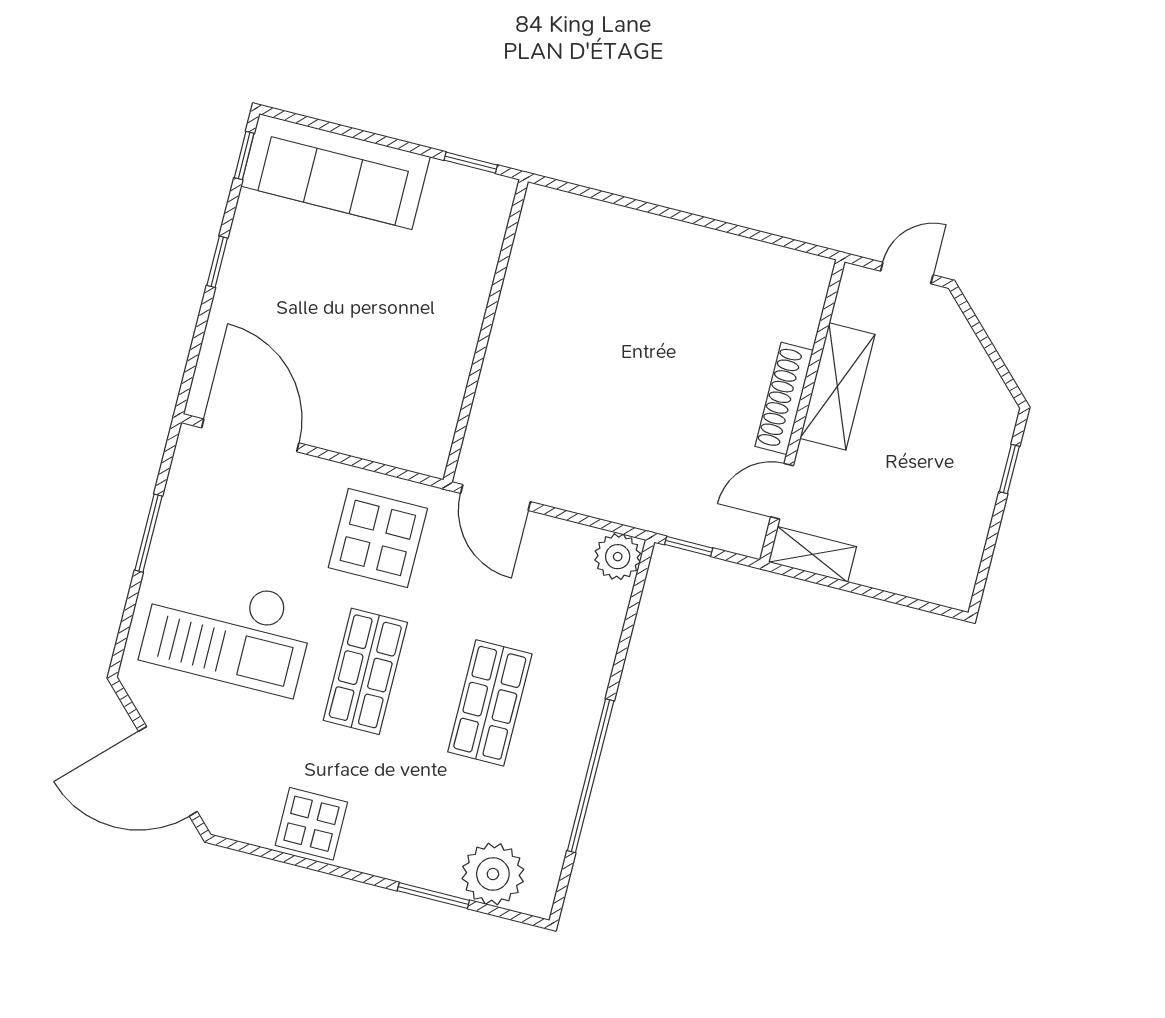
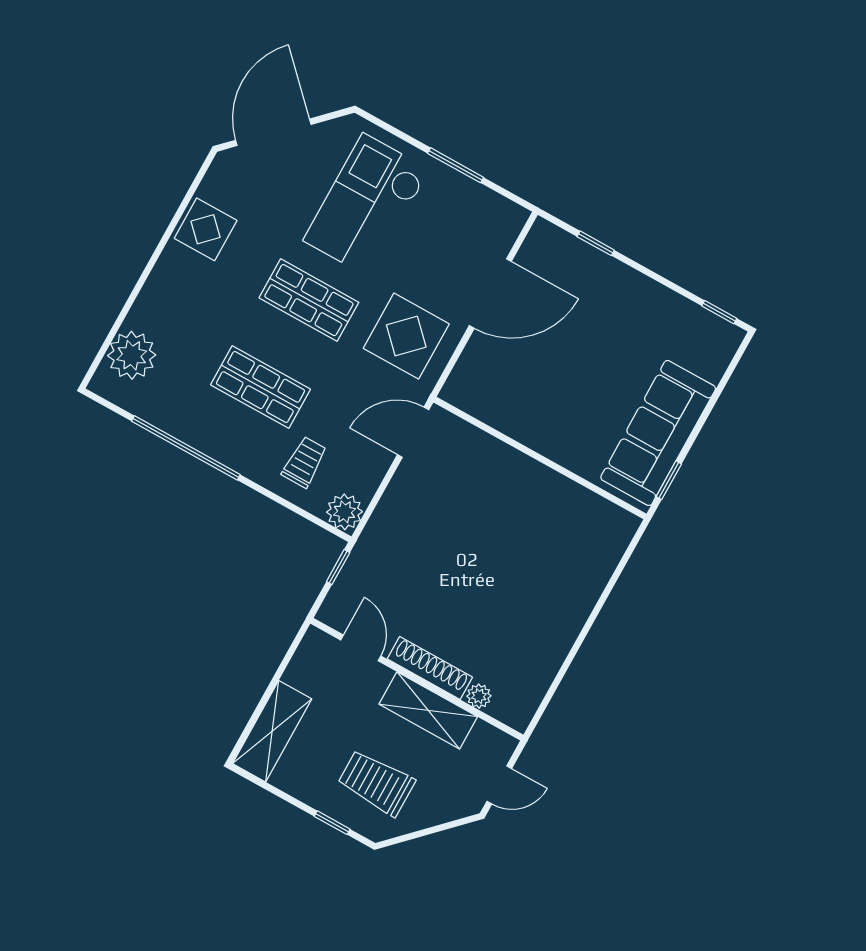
sofa: (335, 171) -> (658, 433), moved
window: (217, 262) -> (596, 243), moved
door: (907, 273) -> (499, 785), hinge flipped
plant: (803, 328) -> (479, 696), added
trolley: (945, 427) -> (376, 783), added
door: (250, 435) -> (490, 294), moved
shelving: (812, 554) -> (272, 731), moved, width x1.50, depth x1.33
trolley: (569, 623) -> (304, 462), added
window: (433, 895) -> (128, 306), removed

